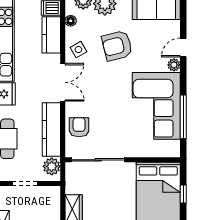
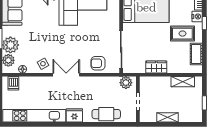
kitchen counter: (51, 35) -> (33, 83), removed
armchair: (117, 46) -> (40, 36), removed
kitchen counter: (51, 130) -> (100, 83), removed

